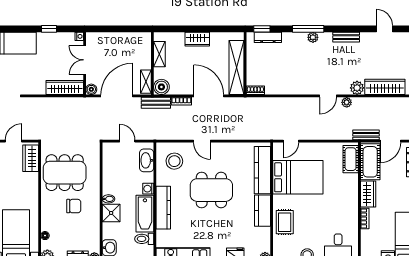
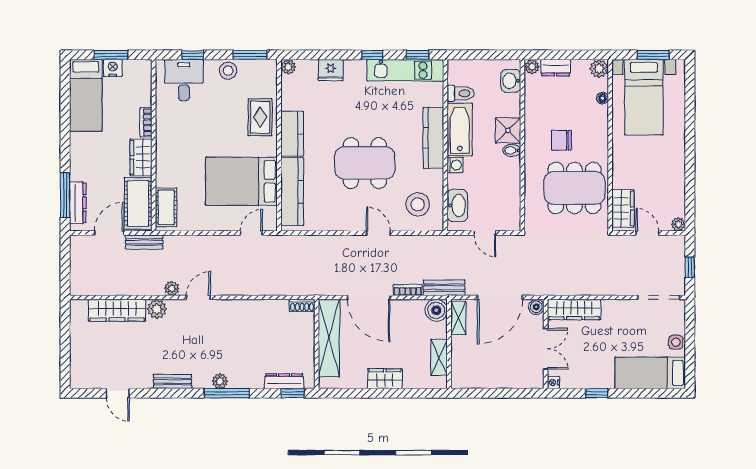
door: (14, 141) -> (647, 233), swing flipped

